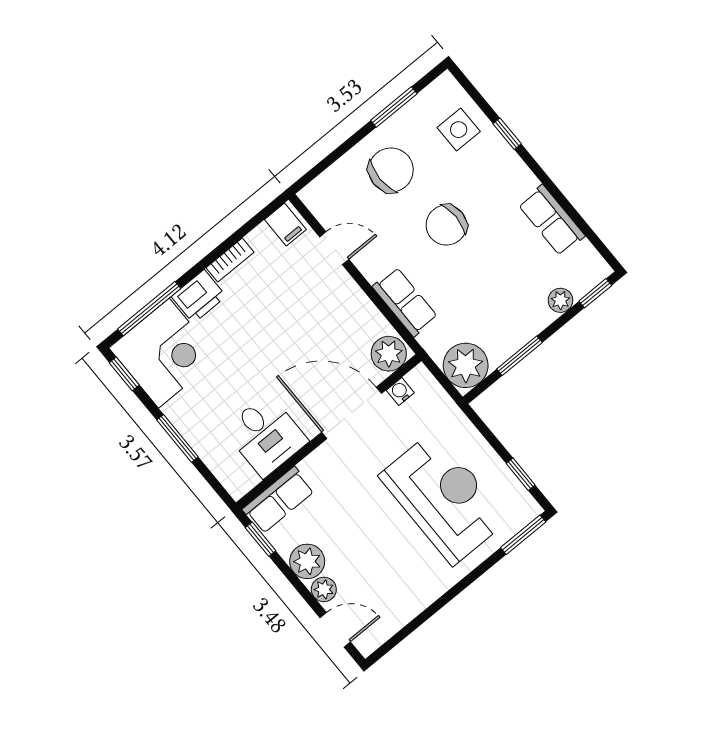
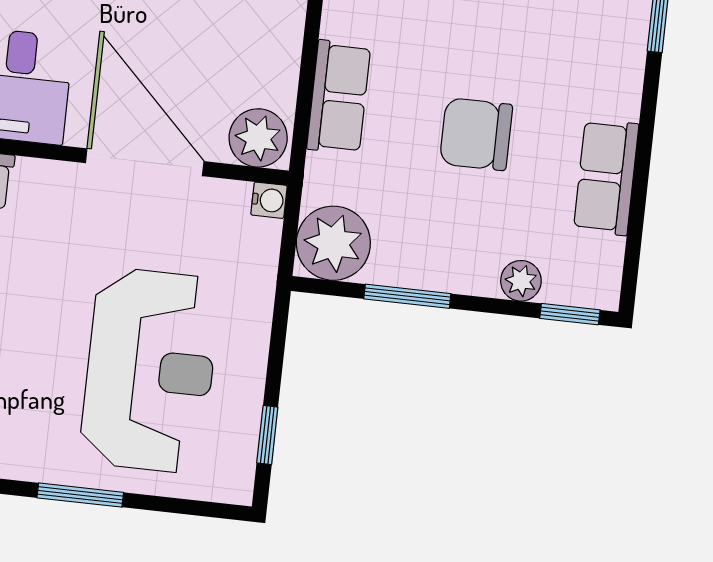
chair: (446, 225) -> (476, 134), moved
water cooler: (400, 391) -> (269, 200), moved, turned 90
window: (523, 535) -> (80, 495), moved

